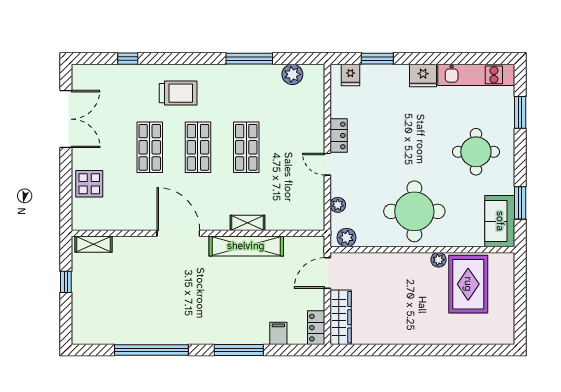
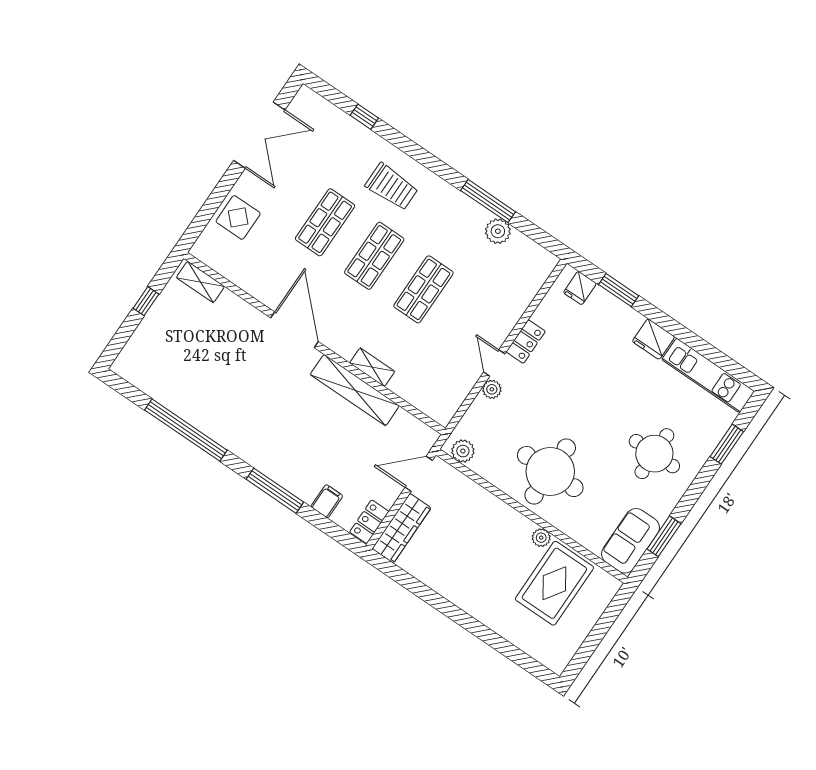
plant: (292, 74) -> (498, 231), moved
plant: (338, 205) -> (492, 389), moved

